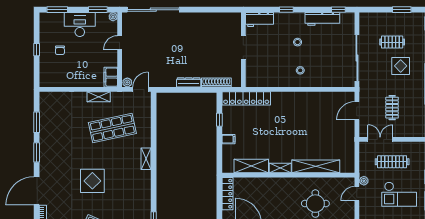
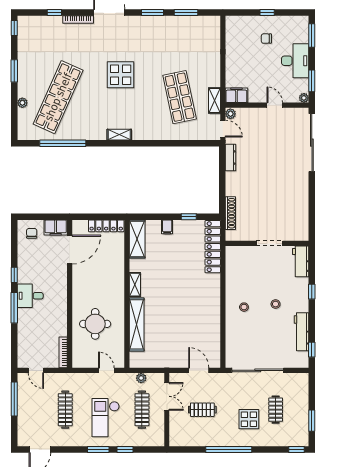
dresser: (189, 82) -> (230, 157), moved
shelving: (99, 97) -> (215, 100), moved
shelving: (146, 159) -> (119, 135), moved
shelving: (251, 166) -> (137, 239), moved
plant: (364, 181) -> (141, 378), moved

